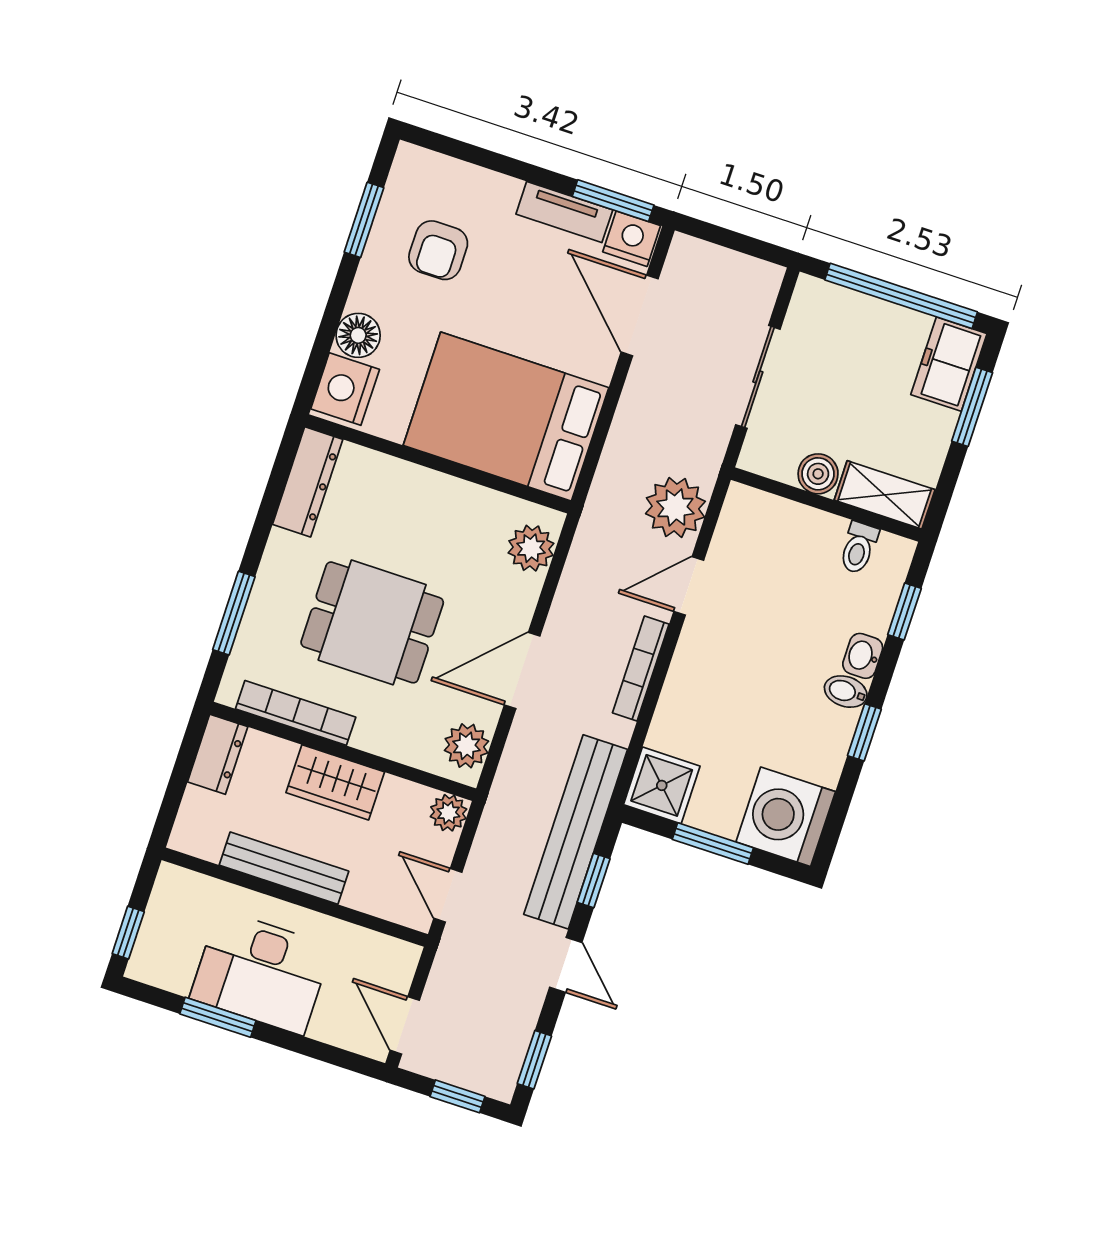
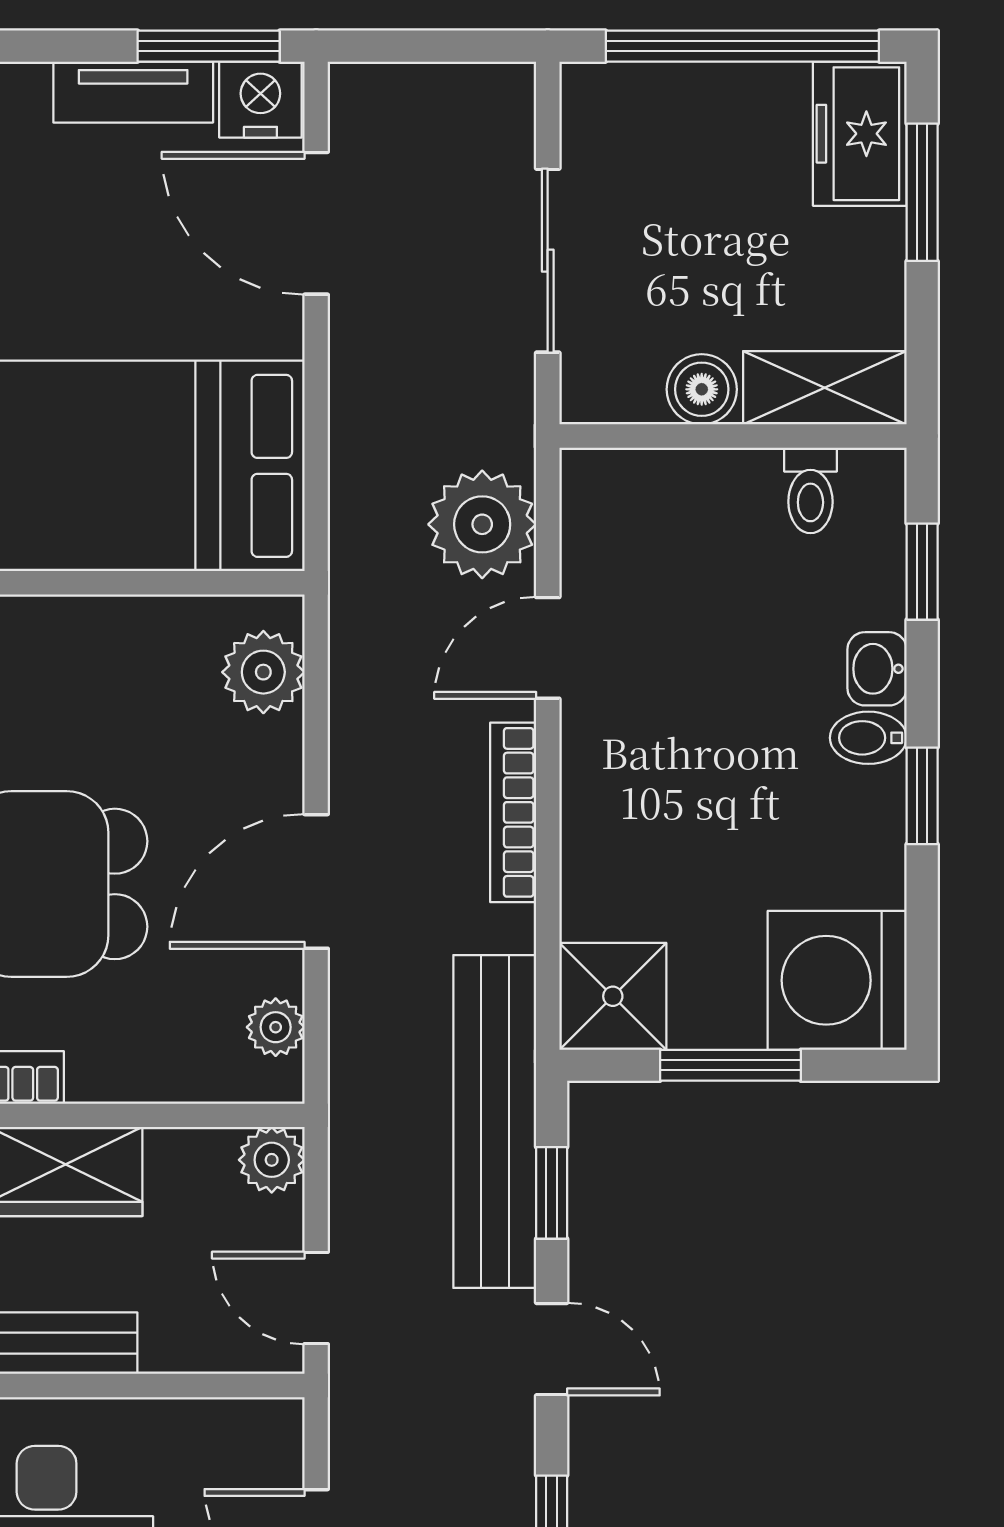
plant: (466, 746) -> (276, 1027), width x0.73, depth x0.73

